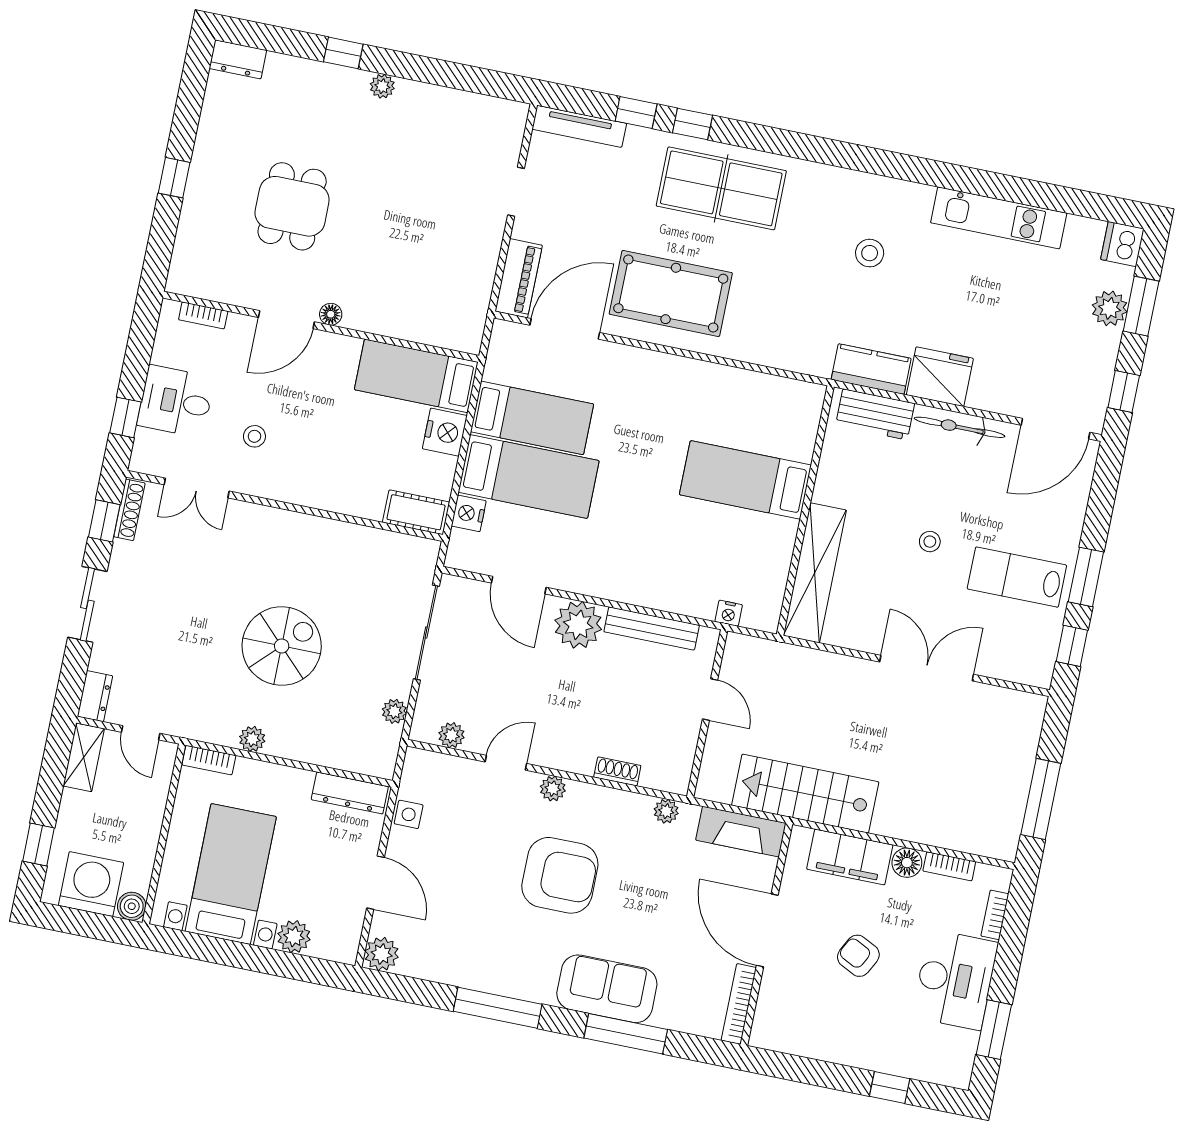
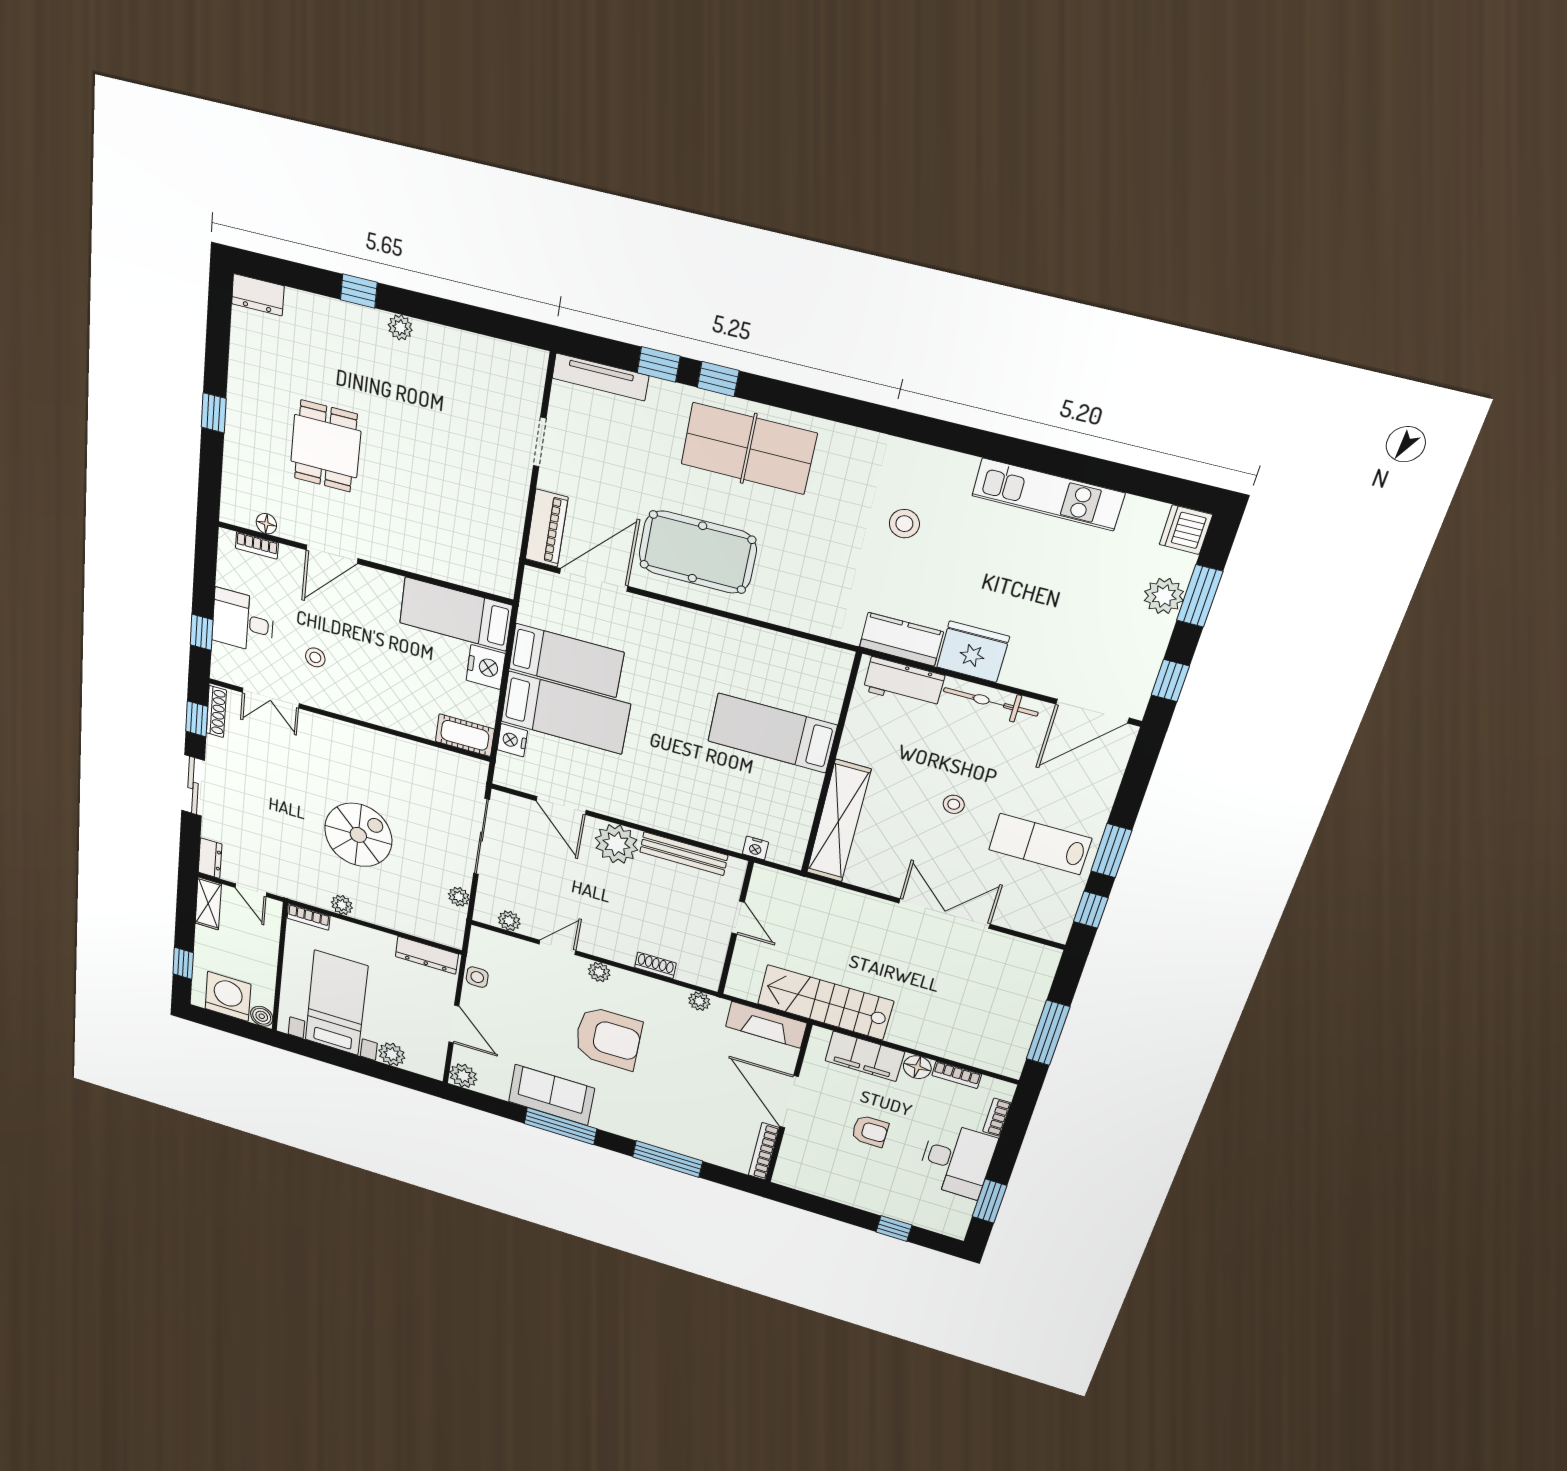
floor lamp: (331, 314) -> (266, 524), moved
armchair: (858, 956) -> (870, 1131), turned 153
sofa: (607, 989) -> (551, 1095), moved

